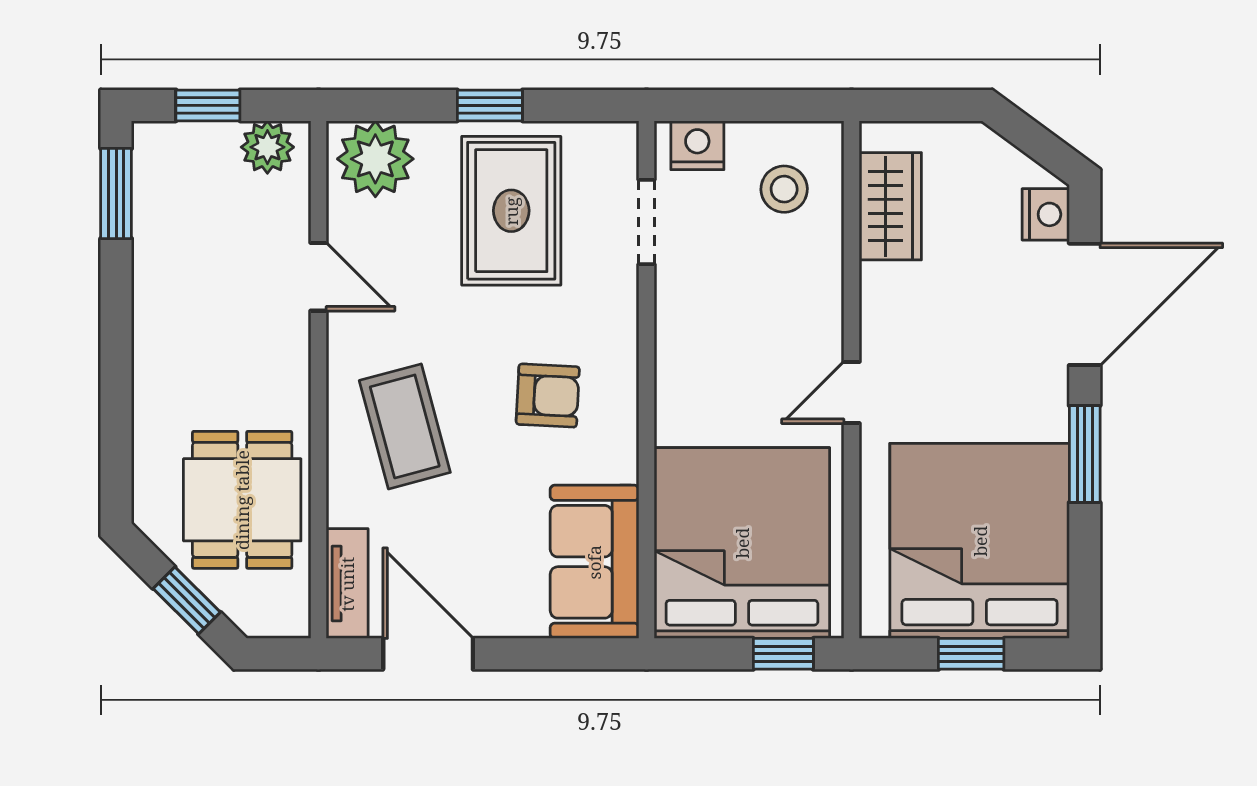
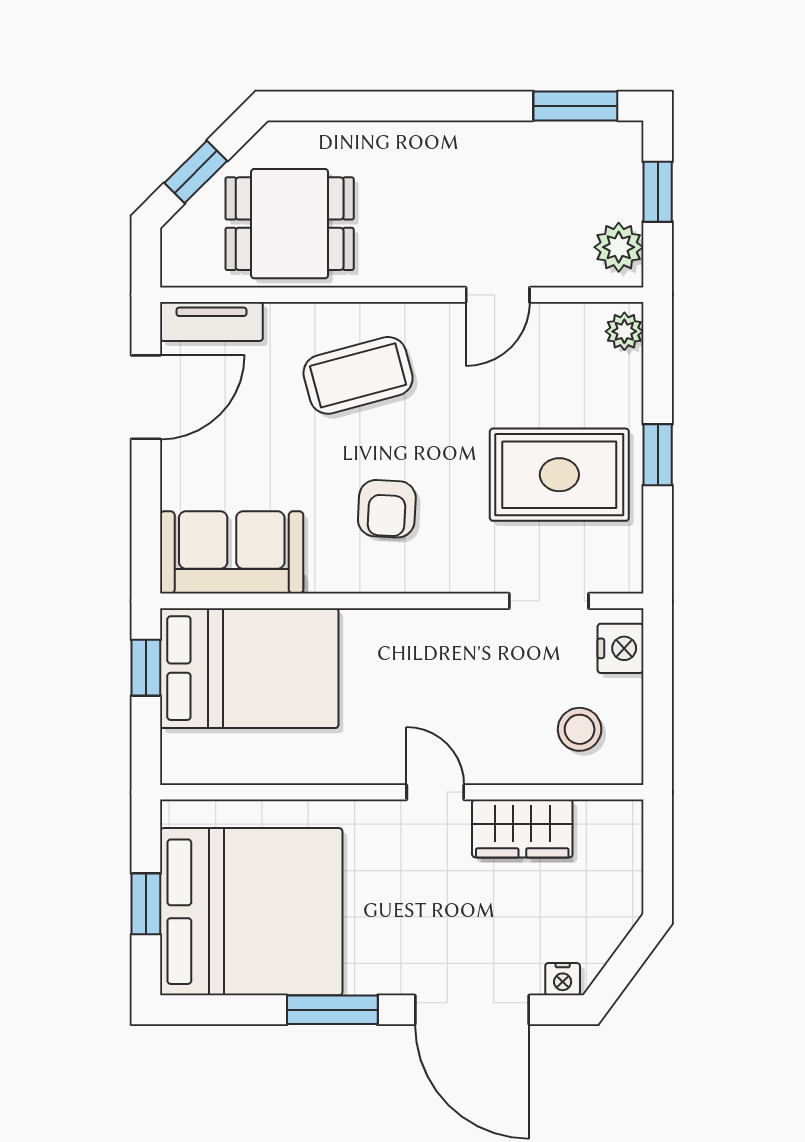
plant: (375, 159) -> (624, 331), width x0.53, depth x0.53
wardrobe: (890, 206) -> (522, 828), moved
nightstand: (1046, 214) -> (563, 979), width x0.72, depth x0.74
door: (851, 393) -> (435, 792), moved
bed: (742, 543) -> (249, 668), width x0.73
window: (783, 654) -> (146, 668), moved

